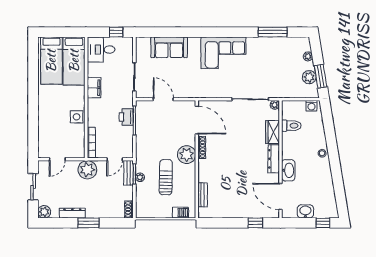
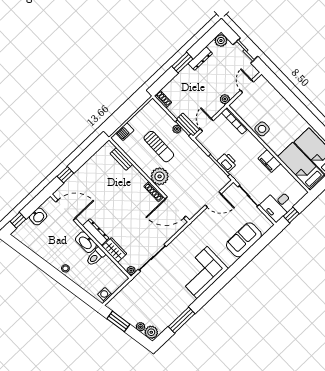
desk: (101, 50) -> (277, 205), moved, turned 180
plant: (309, 77) -> (151, 332), moved
toilet: (291, 126) -> (96, 257), moved
plant: (87, 170) -> (225, 99), width x0.53, depth x0.53
washbasin: (288, 170) -> (86, 242), moved

